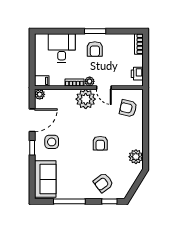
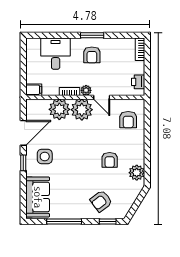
plant: (40, 94) -> (59, 109), moved, width x1.87, depth x1.87
armchair: (128, 108) -> (128, 120), turned -103
armchair: (100, 143) -> (110, 160), moved

